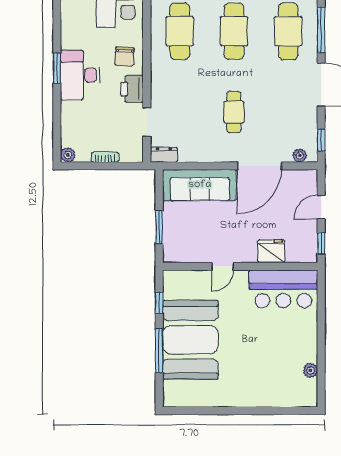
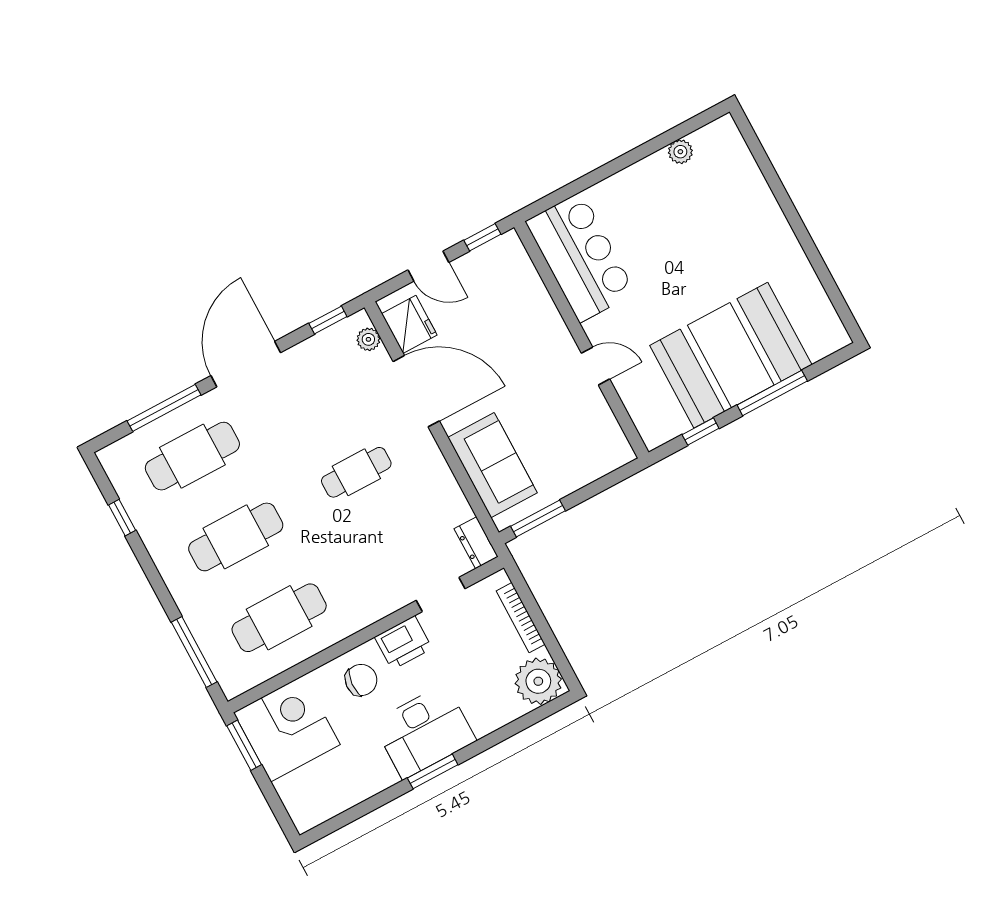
plant: (68, 155) -> (538, 681), width x1.88, depth x1.88
bookcase: (105, 157) -> (521, 618), width x1.56
sofa: (200, 185) -> (493, 465), width x0.73
window: (159, 227) -> (538, 519), moved
fridge: (271, 251) -> (409, 324), moved, turned 180

